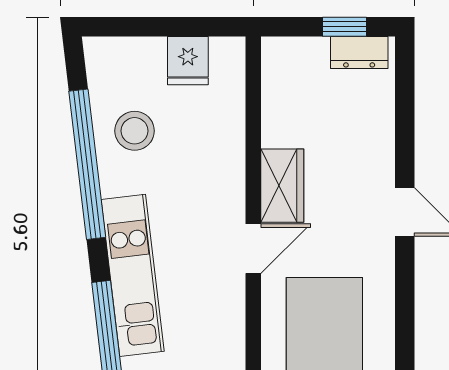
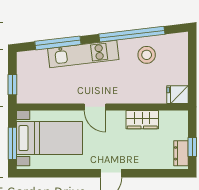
fridge: (188, 61) -> (177, 95), moved
wardrobe: (282, 186) -> (142, 120), moved

